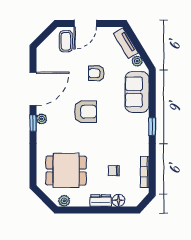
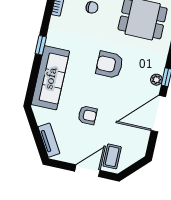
plant: (137, 61) -> (41, 118), removed
sofa: (137, 92) -> (50, 78), width x1.36
armchair: (85, 112) -> (109, 65), moved

